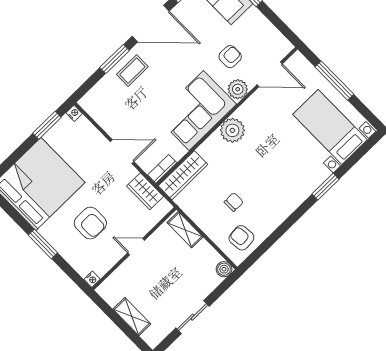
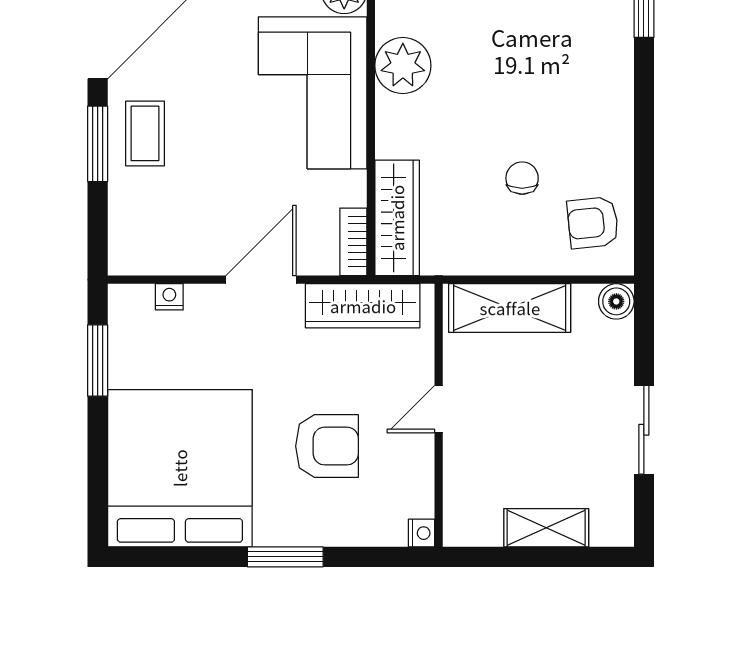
nightstand: (74, 113) -> (169, 297), moved
wardrobe: (145, 191) -> (363, 306), width x1.50
shelving: (185, 230) -> (510, 308), width x1.50, depth x1.33

